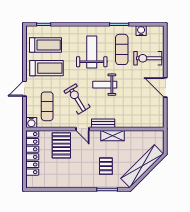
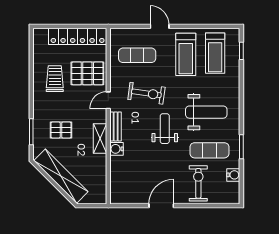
exercise bike: (77, 99) -> (146, 93), turned 40
water cooler: (31, 122) -> (117, 149), moved
trolley: (65, 171) -> (55, 79), added

